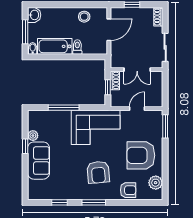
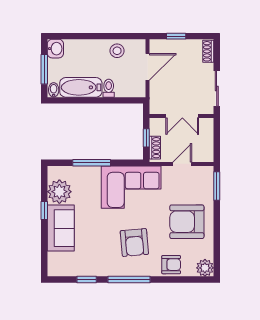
shoe rack: (115, 80) -> (155, 148), moved
plant: (33, 136) -> (59, 192), width x1.88, depth x1.88
plant: (156, 183) -> (205, 268), moved
window: (94, 202) -> (129, 280), width x1.44

